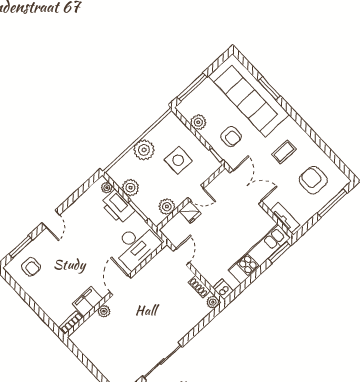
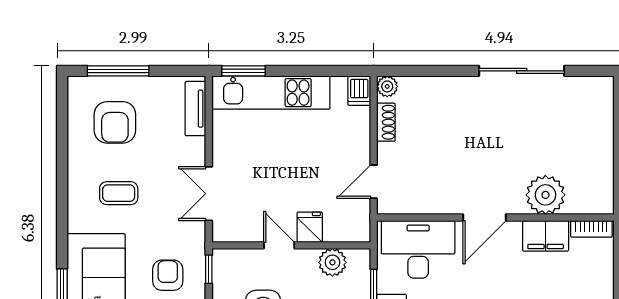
double door: (246, 187) -> (209, 194), width x0.73
plant: (104, 311) -> (545, 195), width x1.88, depth x1.88

